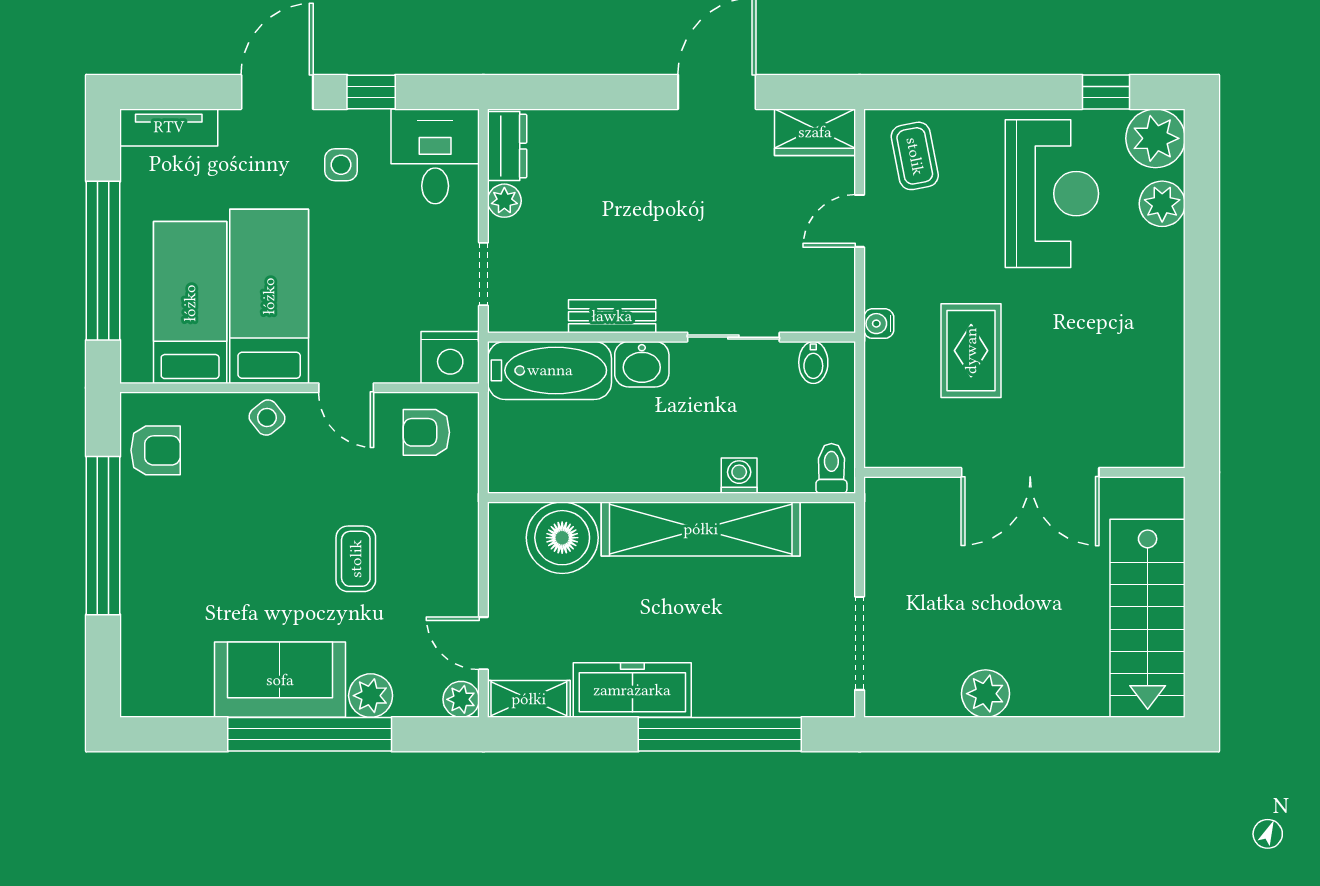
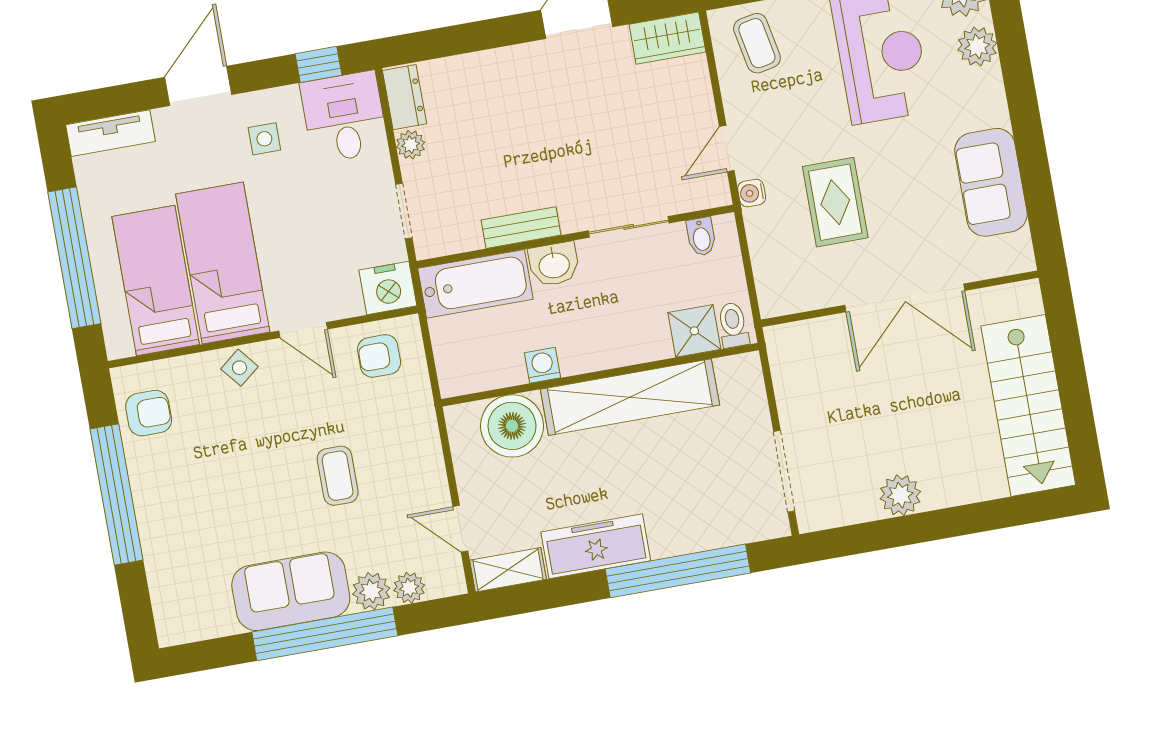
window: (371, 92) -> (318, 64), moved
door: (860, 221) -> (727, 149), moved
sofa: (1150, 359) -> (991, 182), added
shower: (787, 467) -> (694, 331), added
washing machine: (739, 476) -> (543, 365), moved
plant: (461, 699) -> (409, 588), moved

